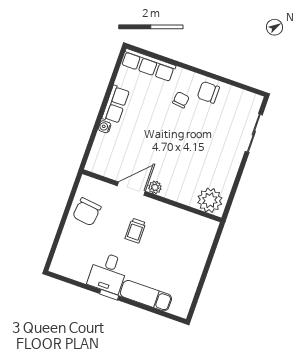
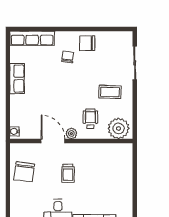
water cooler: (105, 127) -> (15, 131), moved
coffee table: (215, 156) -> (110, 92), added
wheelchair: (182, 178) -> (90, 119), added
door: (131, 189) -> (53, 141), hinge flipped

